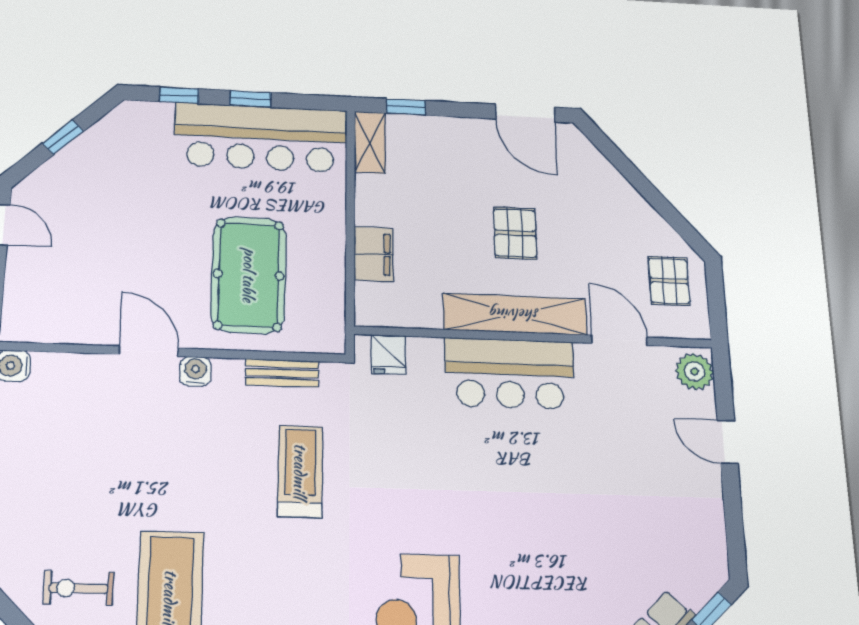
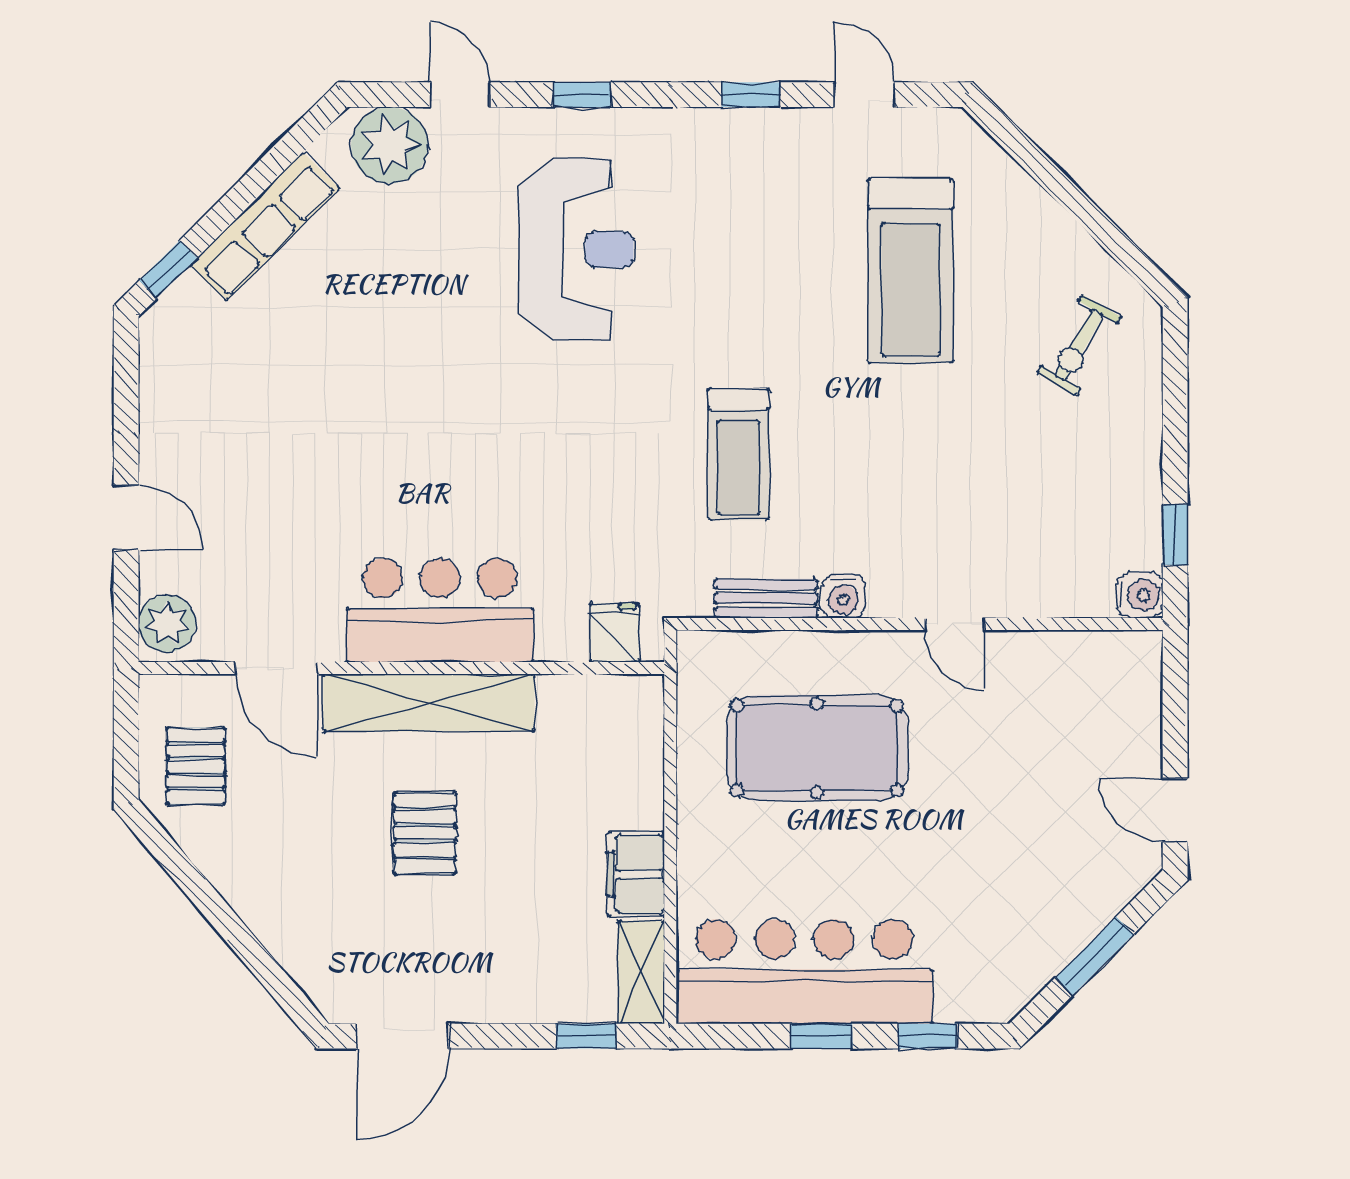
door: (525, 113) -> (403, 1036), swing flipped
window: (63, 137) -> (1094, 956), width x1.50
filing cabinet: (374, 254) -> (636, 874), moved
pool table: (249, 275) -> (817, 748), turned 90
door: (149, 351) -> (954, 624), width x0.73
water cooler: (195, 371) -> (843, 596), moved
exercise bike: (79, 588) -> (1079, 345), moved, turned 120

